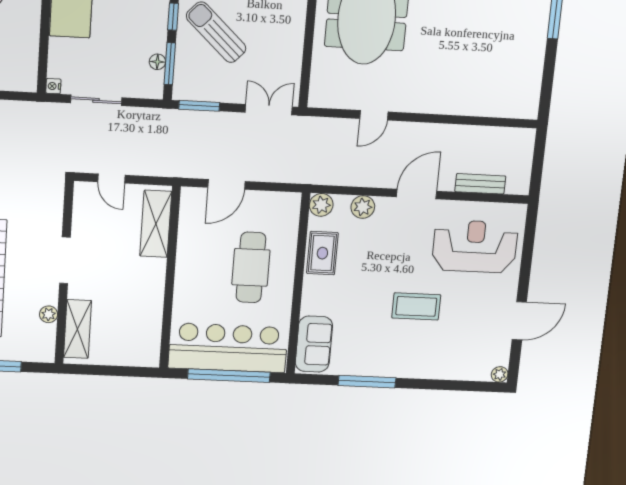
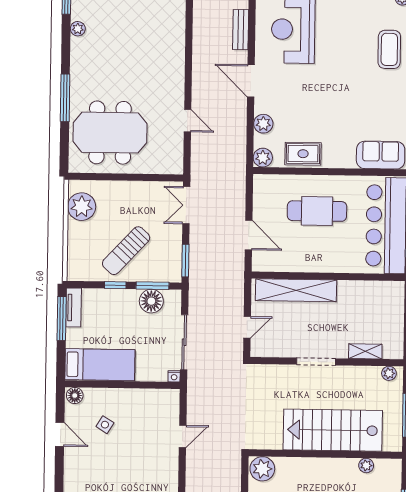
floor lamp: (157, 62) -> (151, 301), width x1.89, depth x1.89
sliding door: (96, 100) -> (184, 342), width x1.37
shelving: (156, 224) -> (296, 290), width x1.47
coffee table: (416, 306) -> (389, 49), moved
plant: (49, 314) -> (389, 373), moved
shelving: (78, 329) -> (365, 351), width x0.67, depth x0.75

